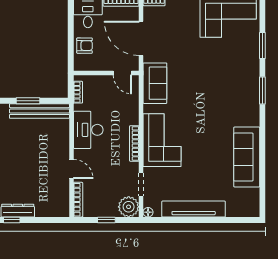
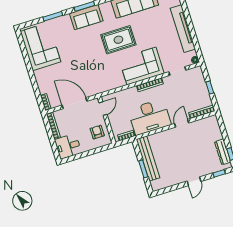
door: (141, 38) -> (74, 103), swing flipped
armchair: (85, 46) -> (97, 132), moved
sofa: (155, 83) -> (86, 17), moved, turned 180
rug: (205, 121) -> (118, 40), added
desk: (88, 130) -> (149, 117), width x1.36, depth x1.30
plant: (129, 207) -> (196, 75), removed

